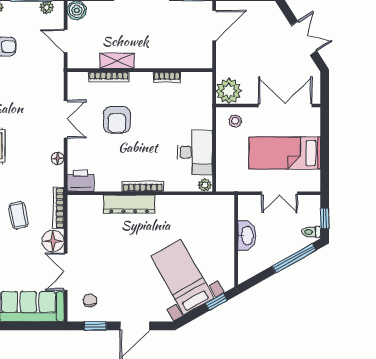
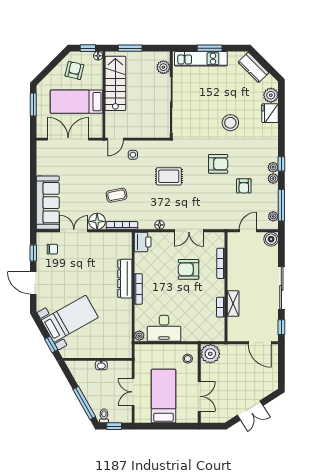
shelving: (117, 61) -> (233, 304), moved
double door: (285, 106) -> (199, 396), width x0.73
washbasin: (247, 235) -> (101, 365), width x0.52, depth x0.69

